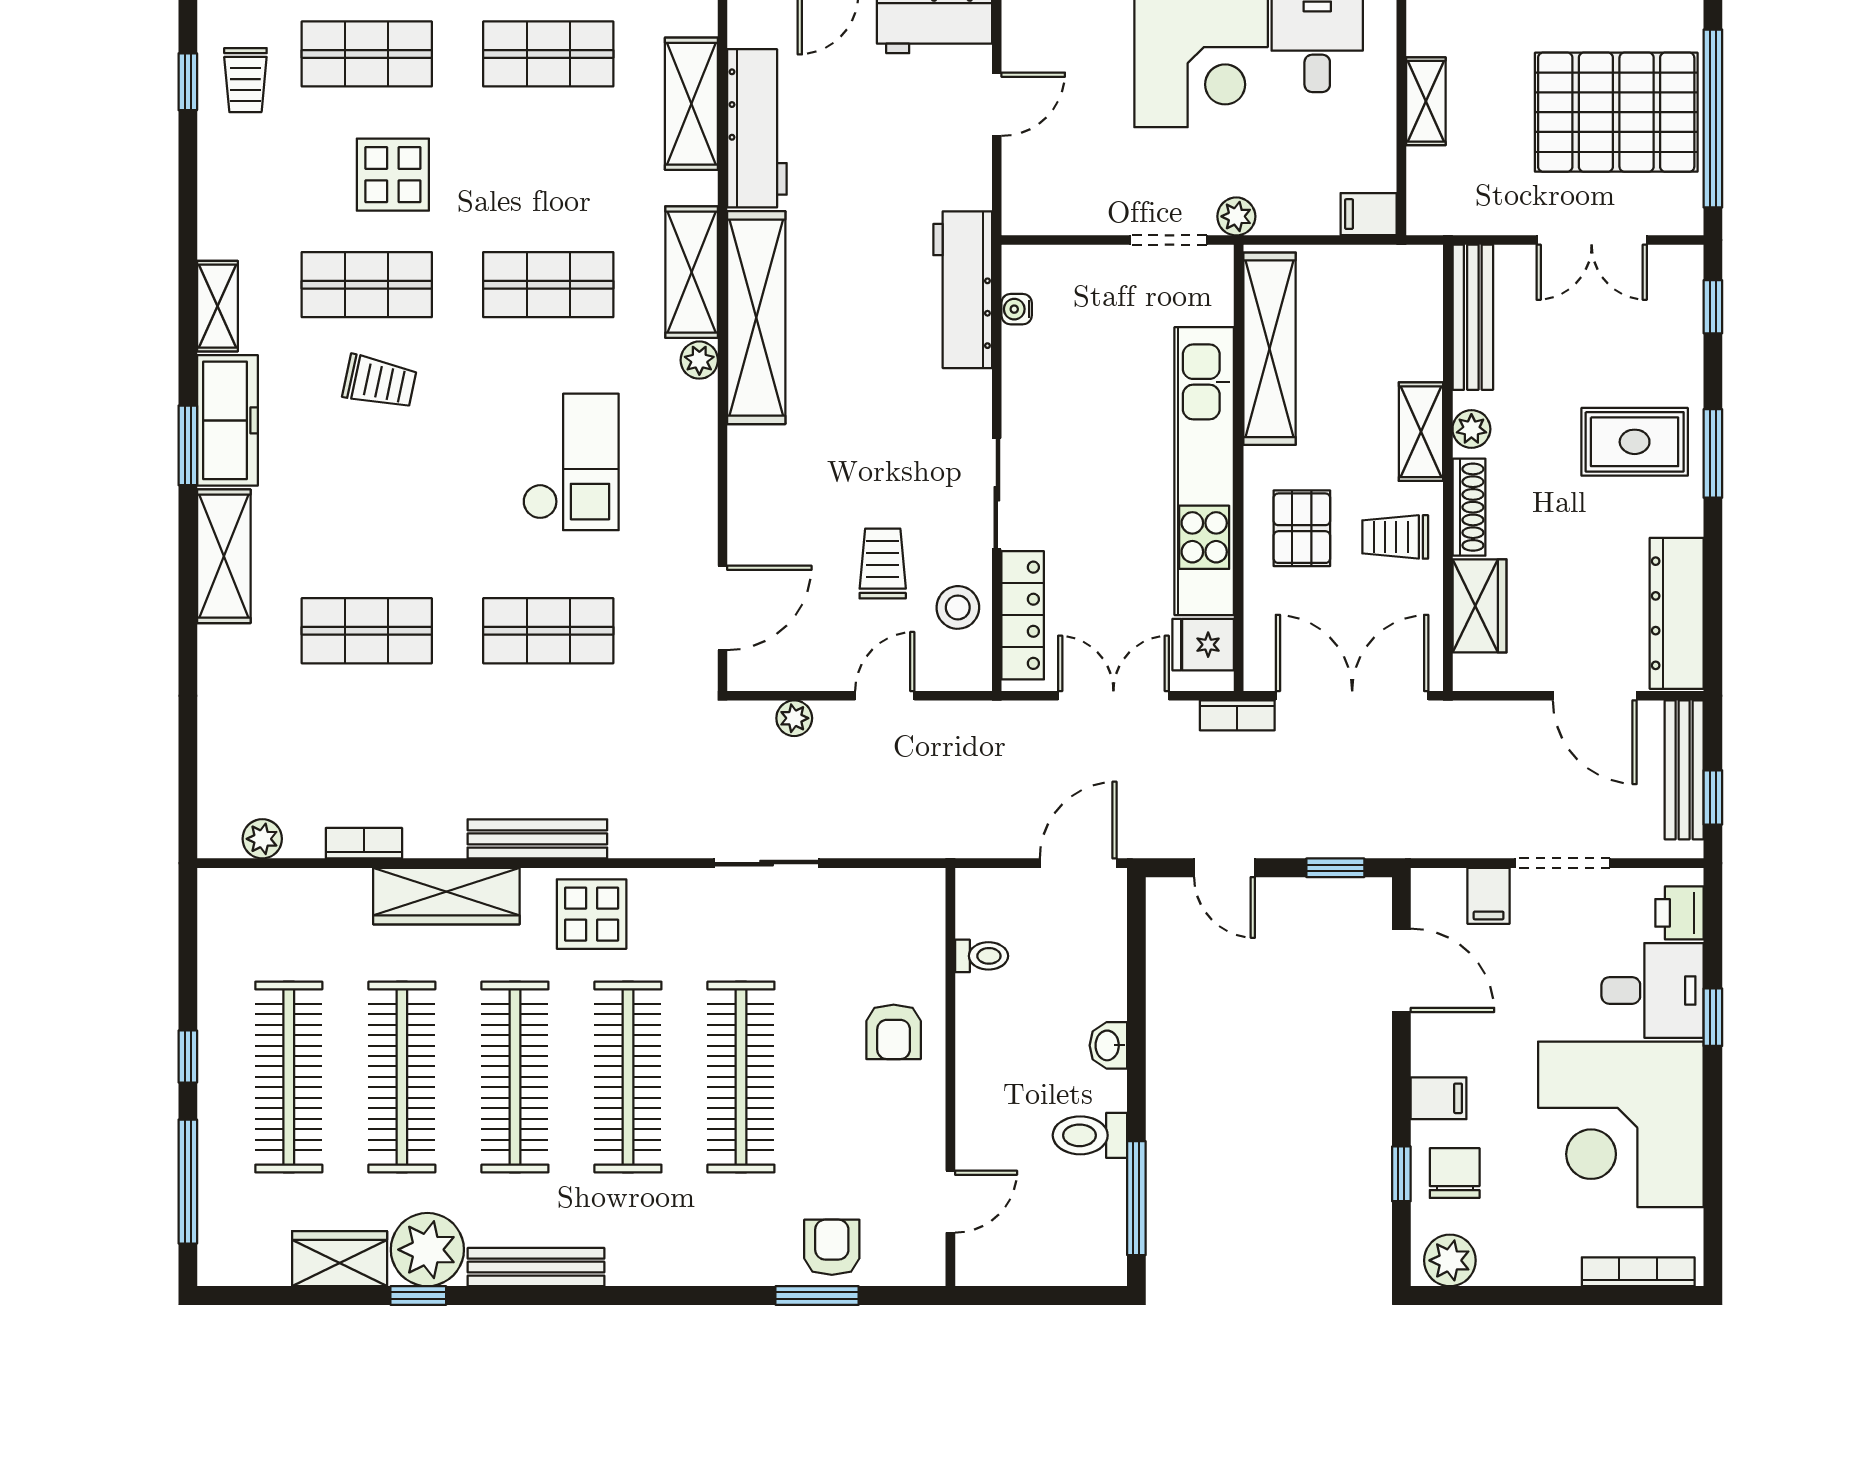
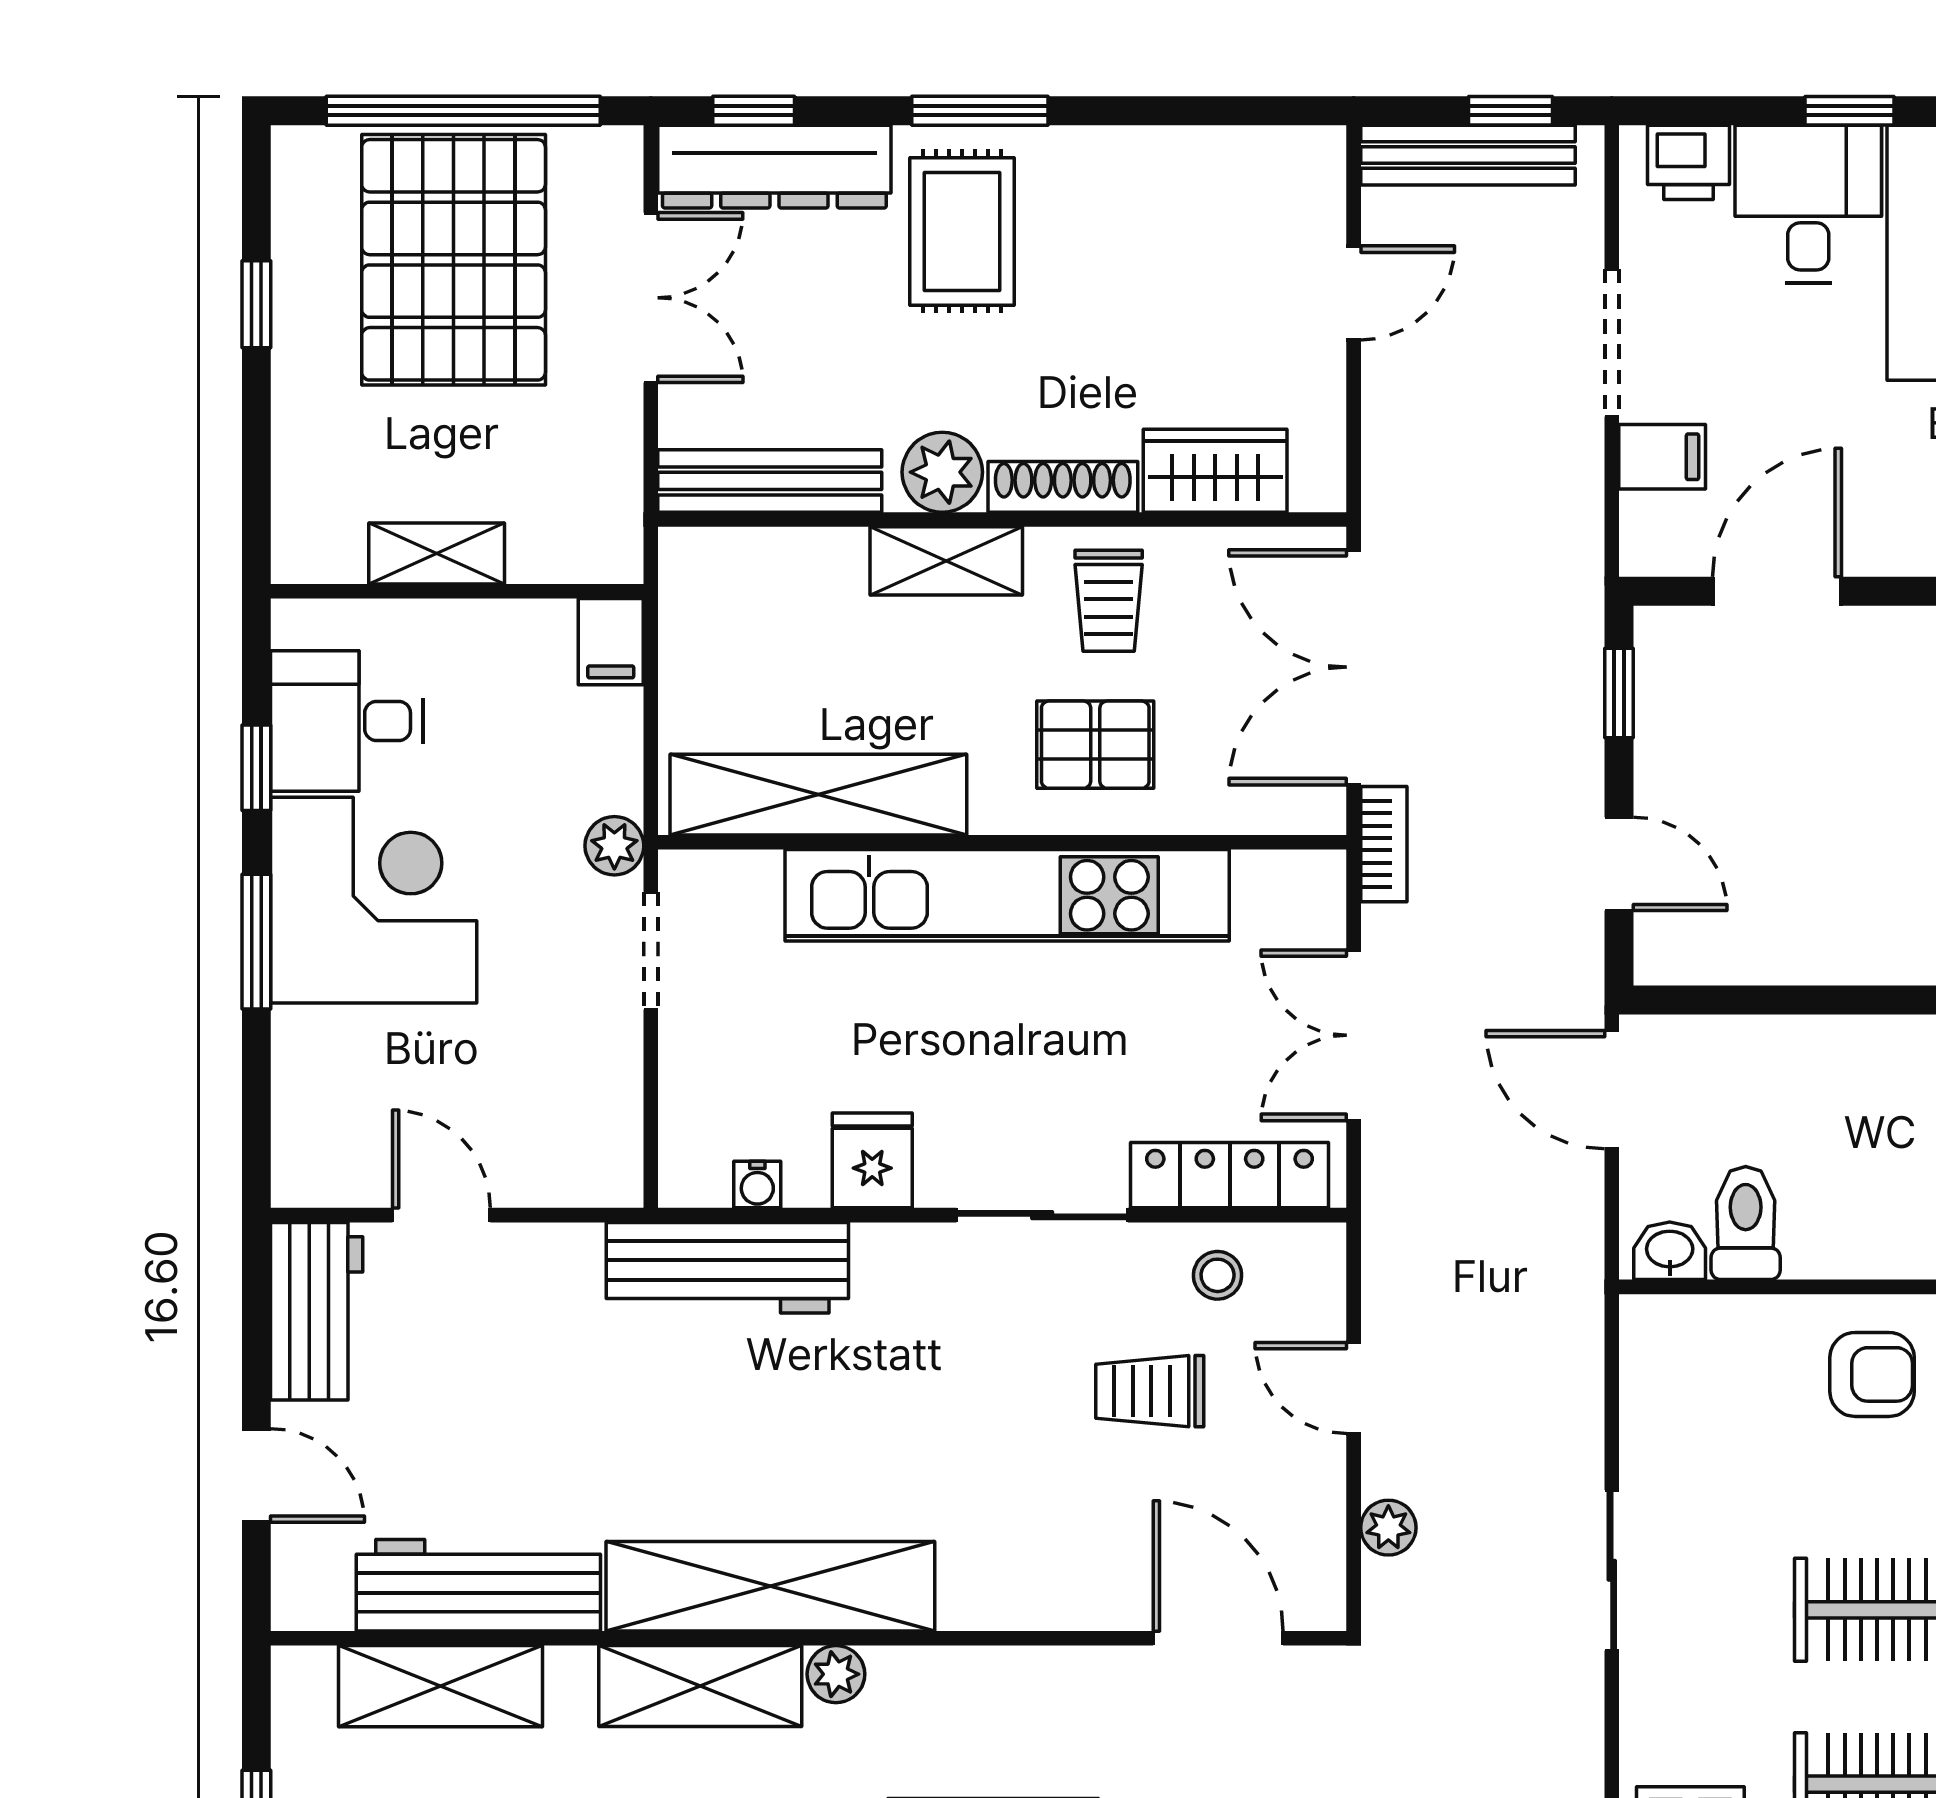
plant: (1471, 429) -> (942, 472), width x1.38, depth x1.38
stool: (958, 607) -> (1218, 1275), width x0.73, depth x0.73
dresser: (1677, 613) -> (774, 167), moved
fridge: (1203, 645) -> (872, 1160), moved, turned 180
door: (1595, 696) -> (1354, 293), width x0.73
door: (1225, 868) -> (1619, 864), hinge flipped
toilet: (982, 956) -> (1746, 1223), width x1.37, depth x1.39
washbasin: (1108, 1045) -> (1670, 1251), moved, turned 180

